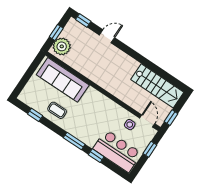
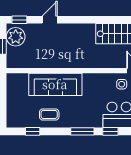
plant: (62, 46) -> (16, 37), moved
sofa: (63, 80) -> (55, 84), moved

